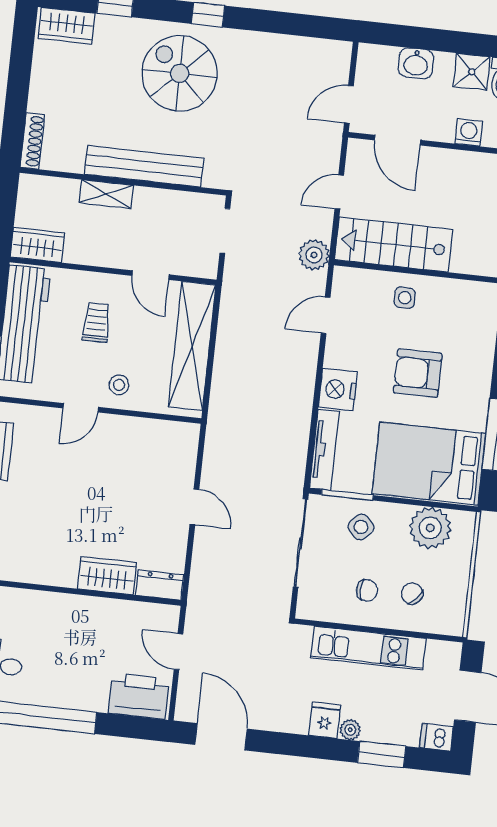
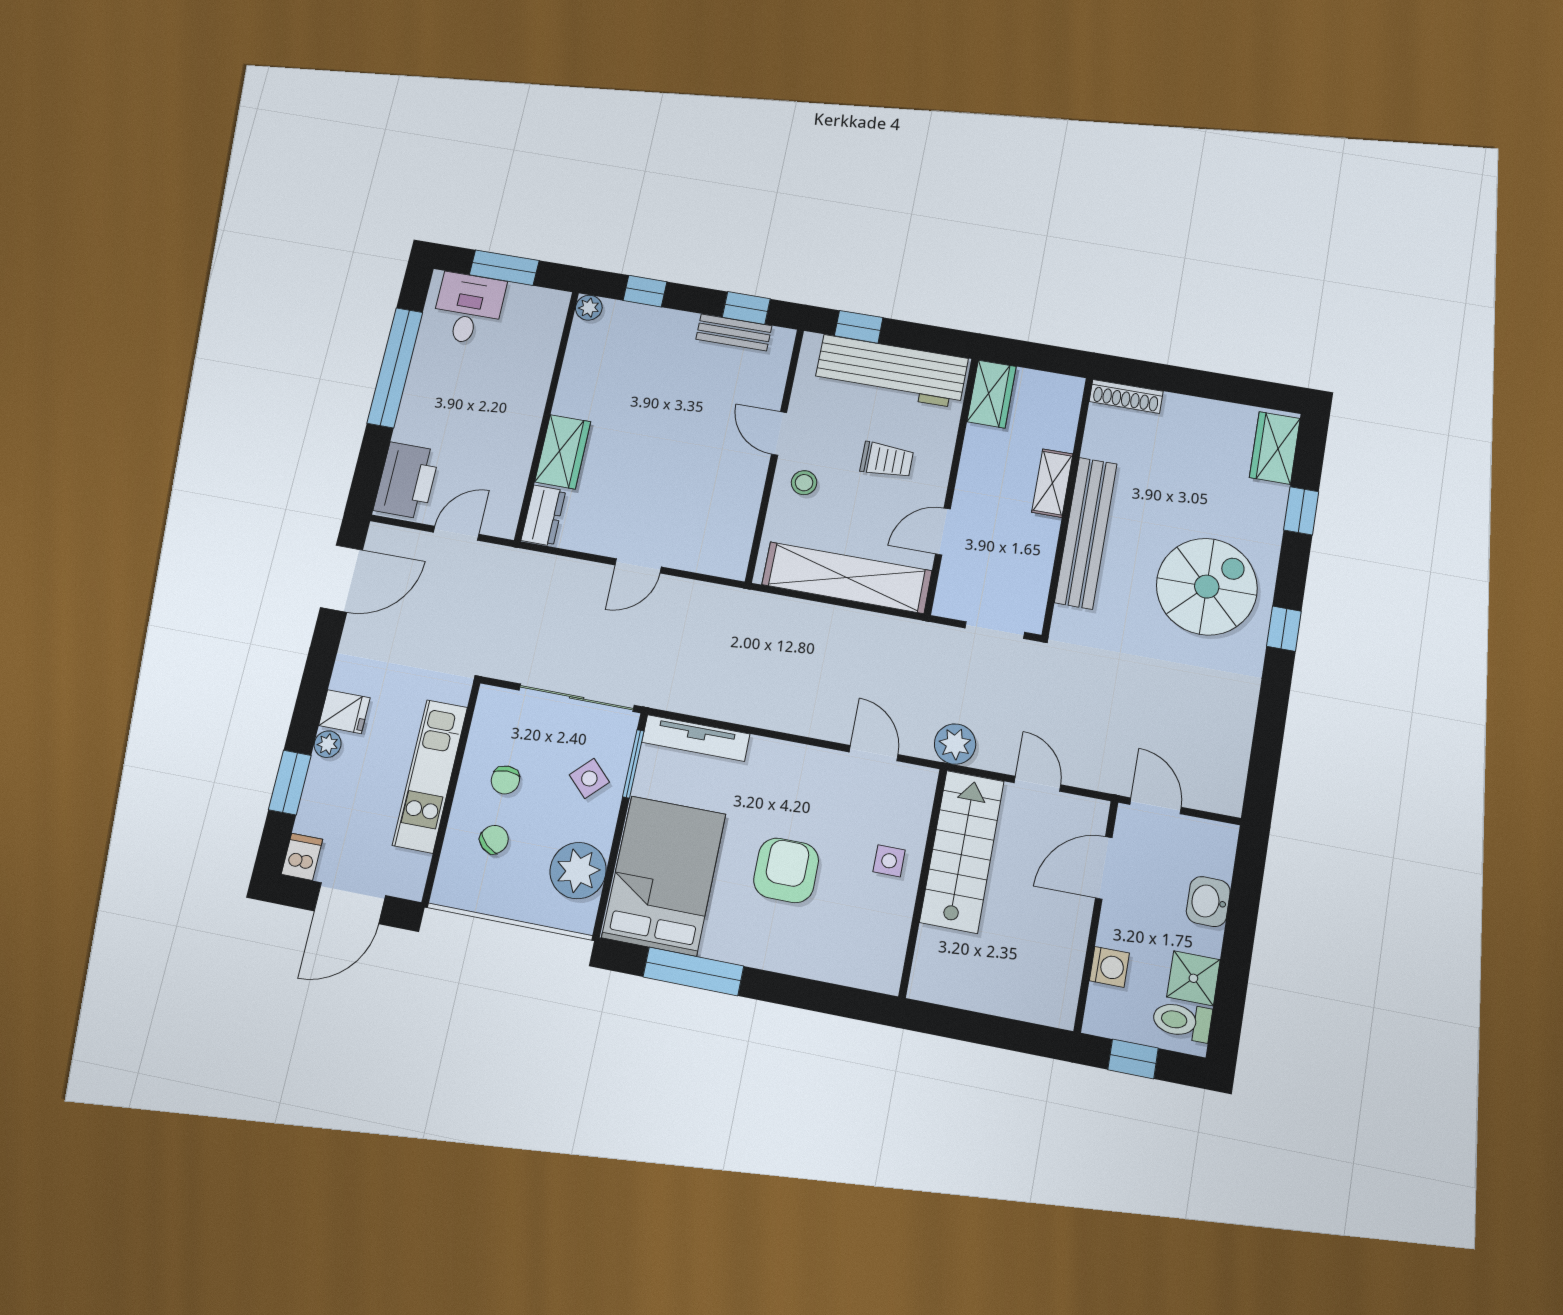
nightstand: (338, 389) -> (774, 762), removed

